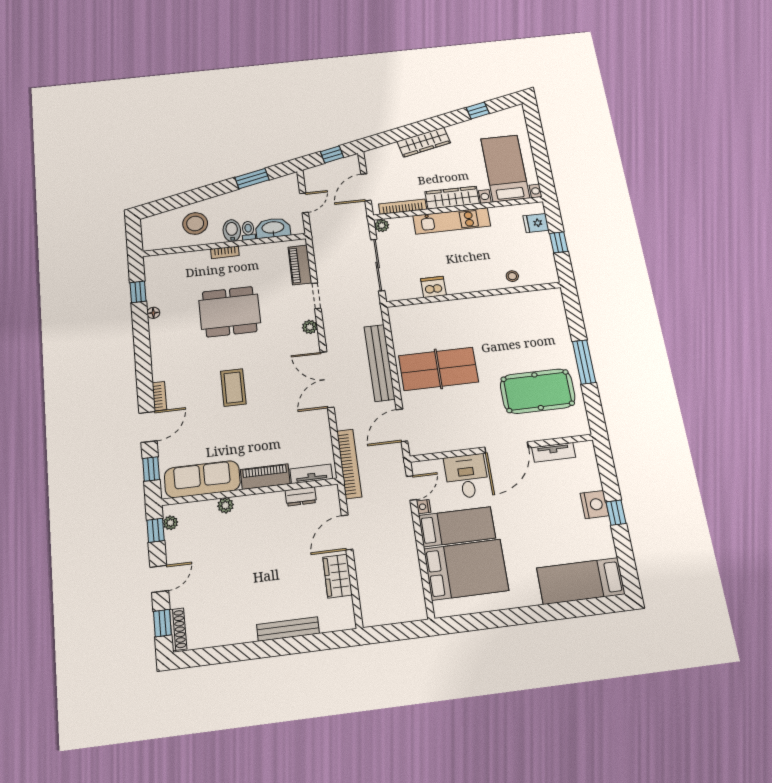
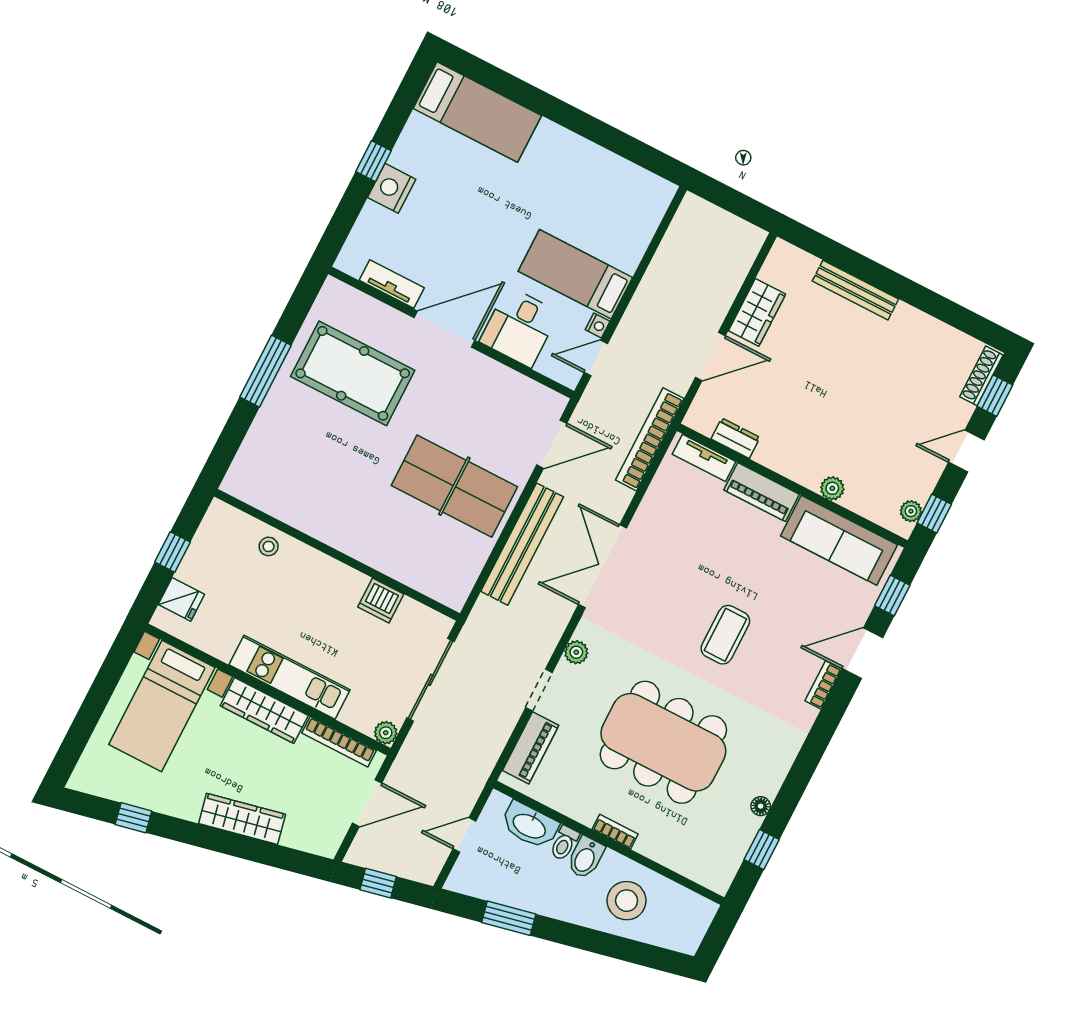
dining table: (230, 312) -> (663, 742), width x1.36, depth x1.24
double door: (327, 380) -> (603, 566), swing flipped
bed: (466, 570) -> (602, 217), removed

